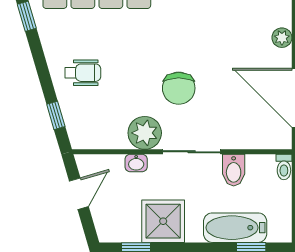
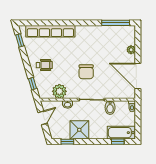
plant: (145, 133) -> (59, 91), moved
bathtub: (235, 228) -> (121, 133), moved

